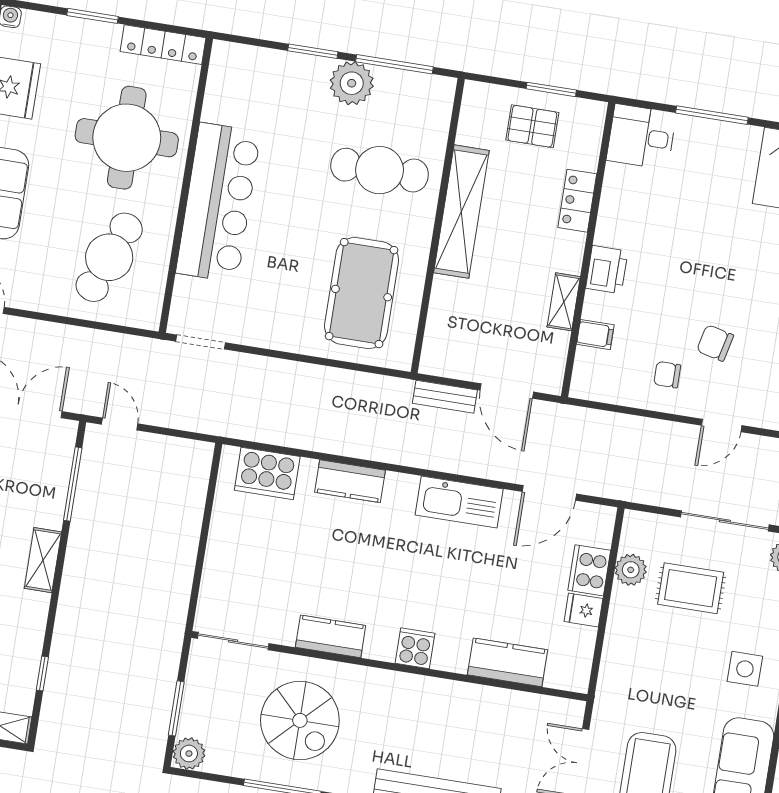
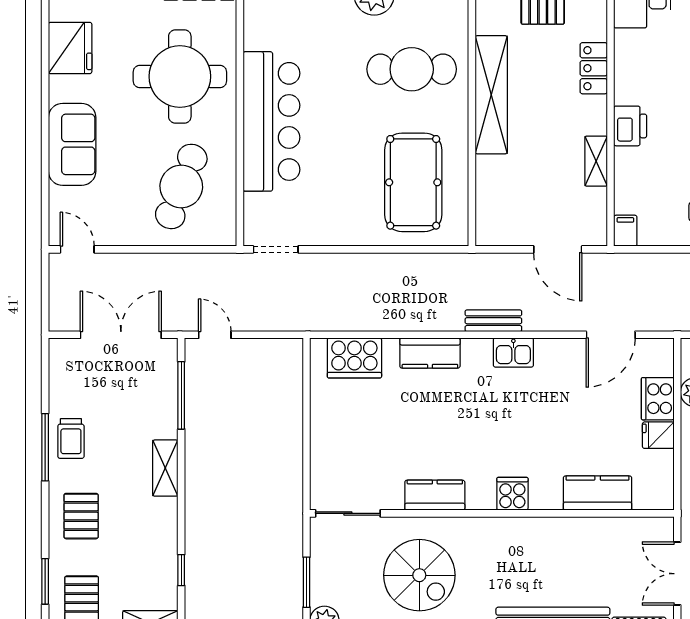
filing cabinet: (595, 335) -> (625, 231), moved, turned -90
bench: (445, 397) -> (493, 321), moved
kitchen sink: (459, 502) -> (513, 353), width x0.53, depth x0.81

